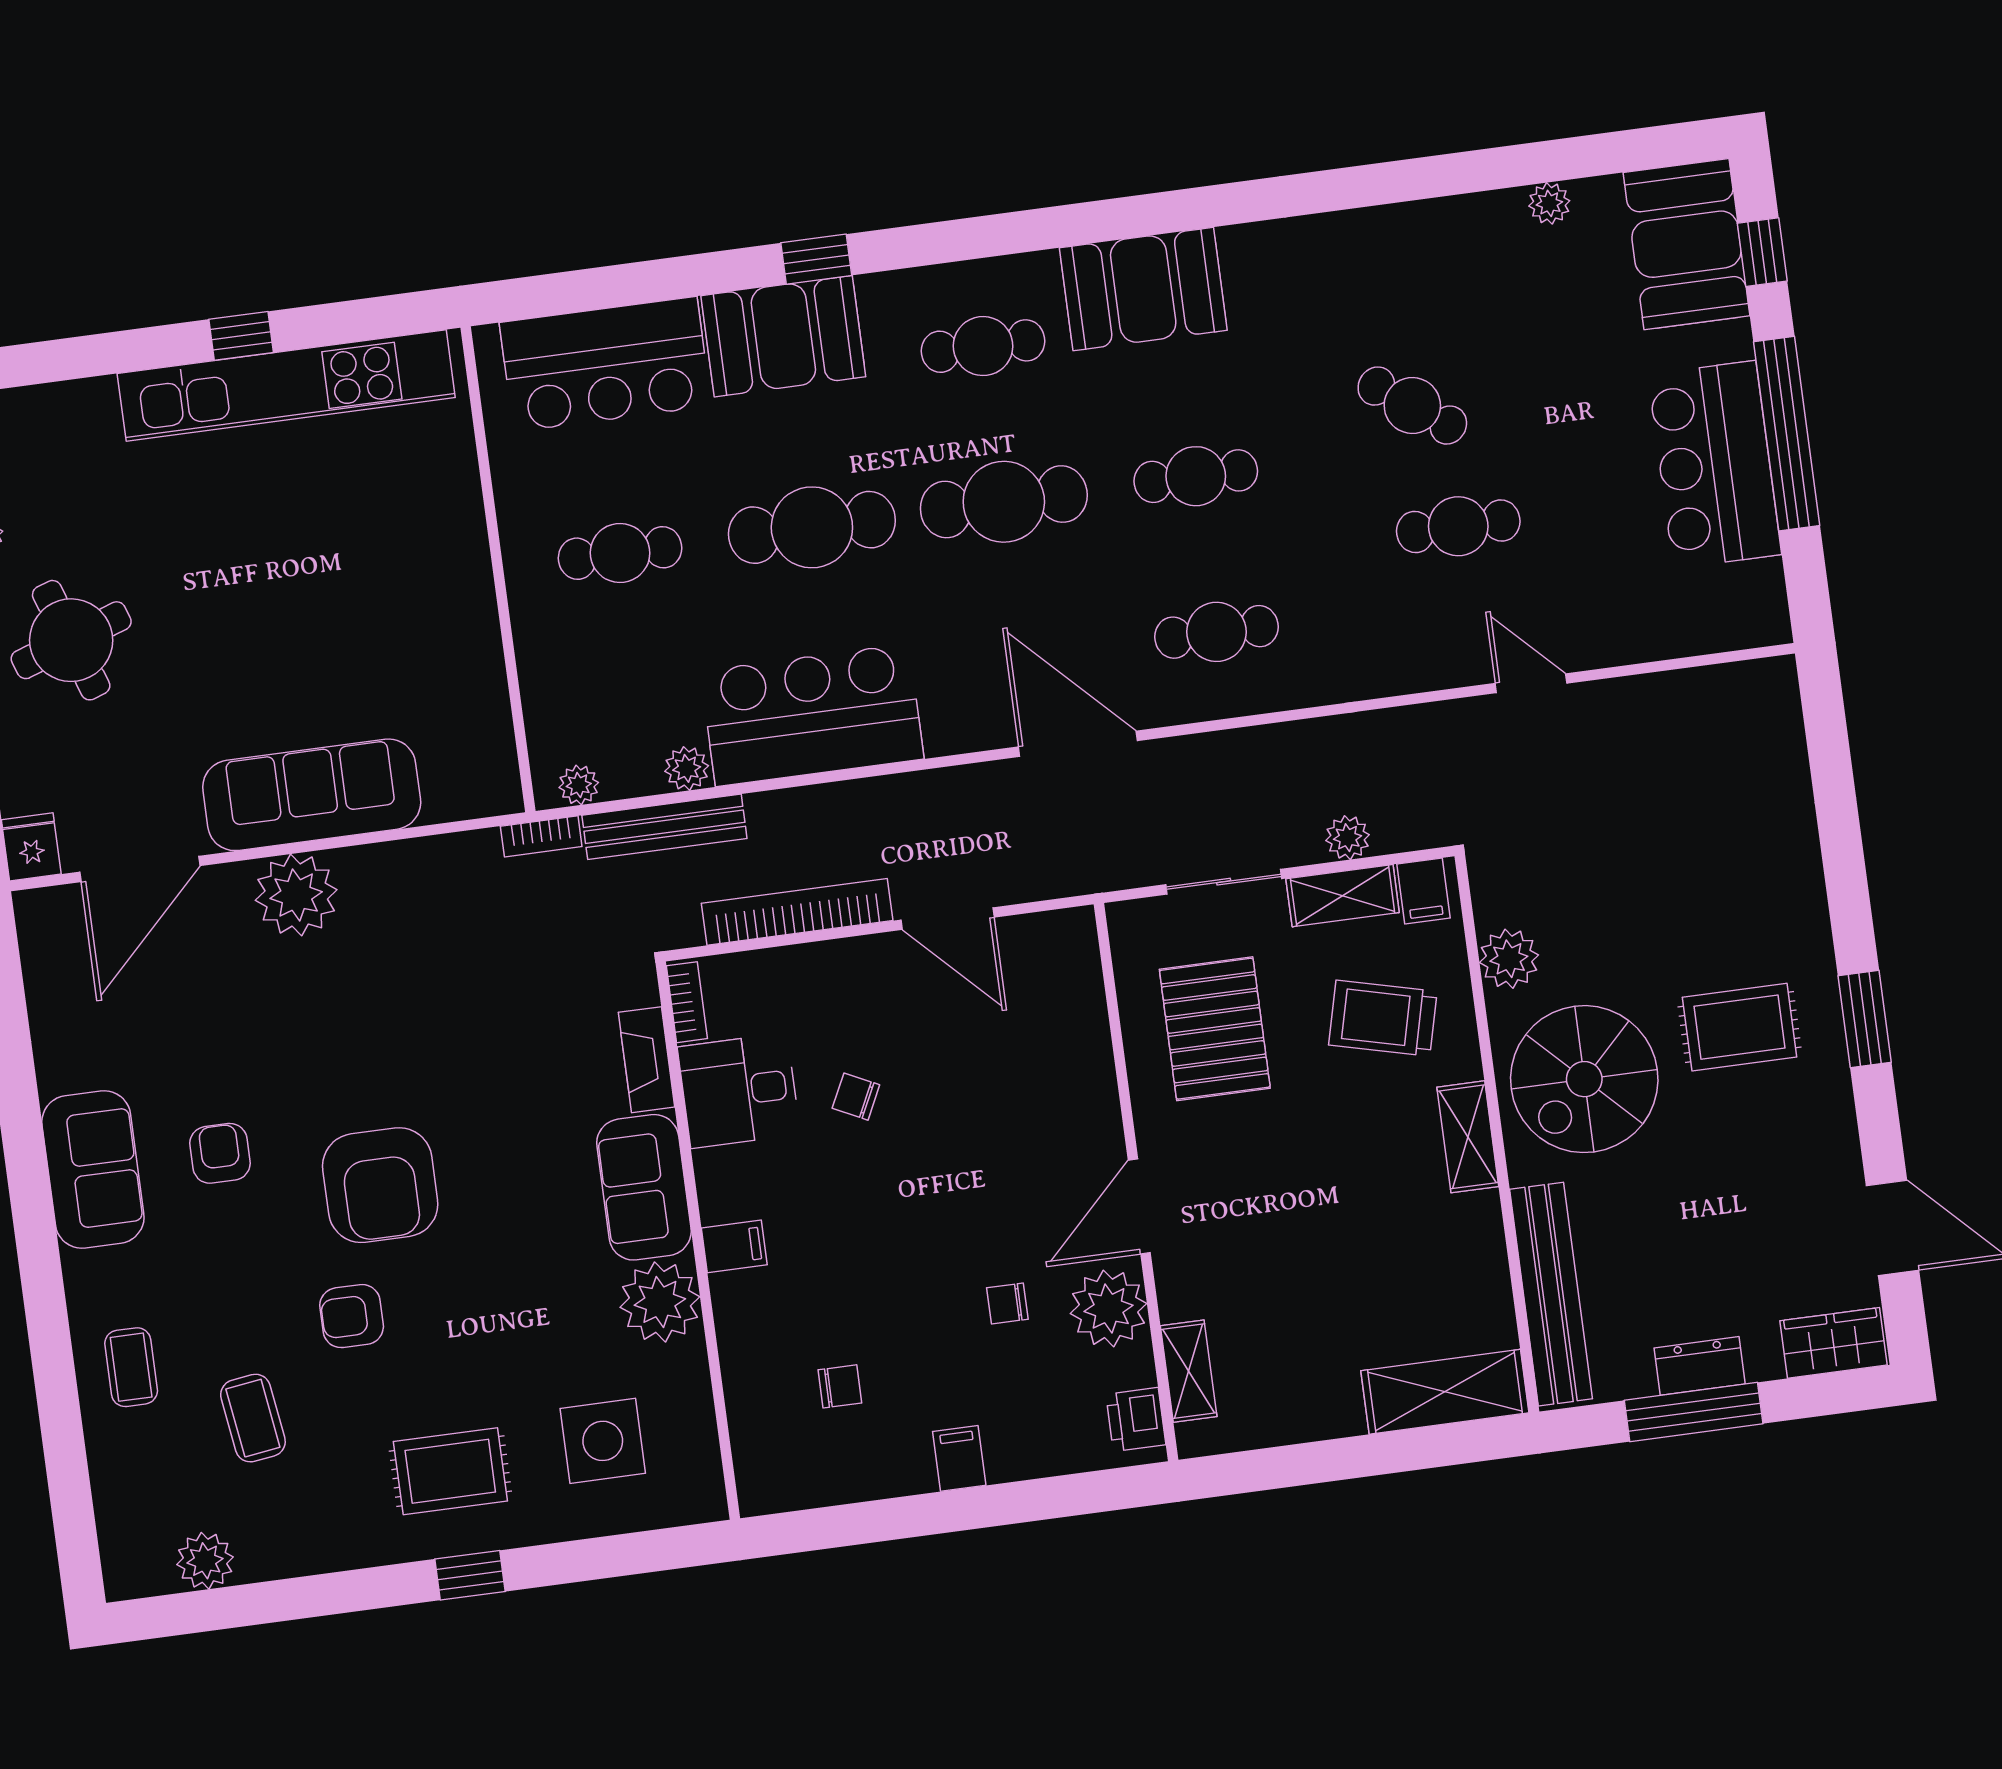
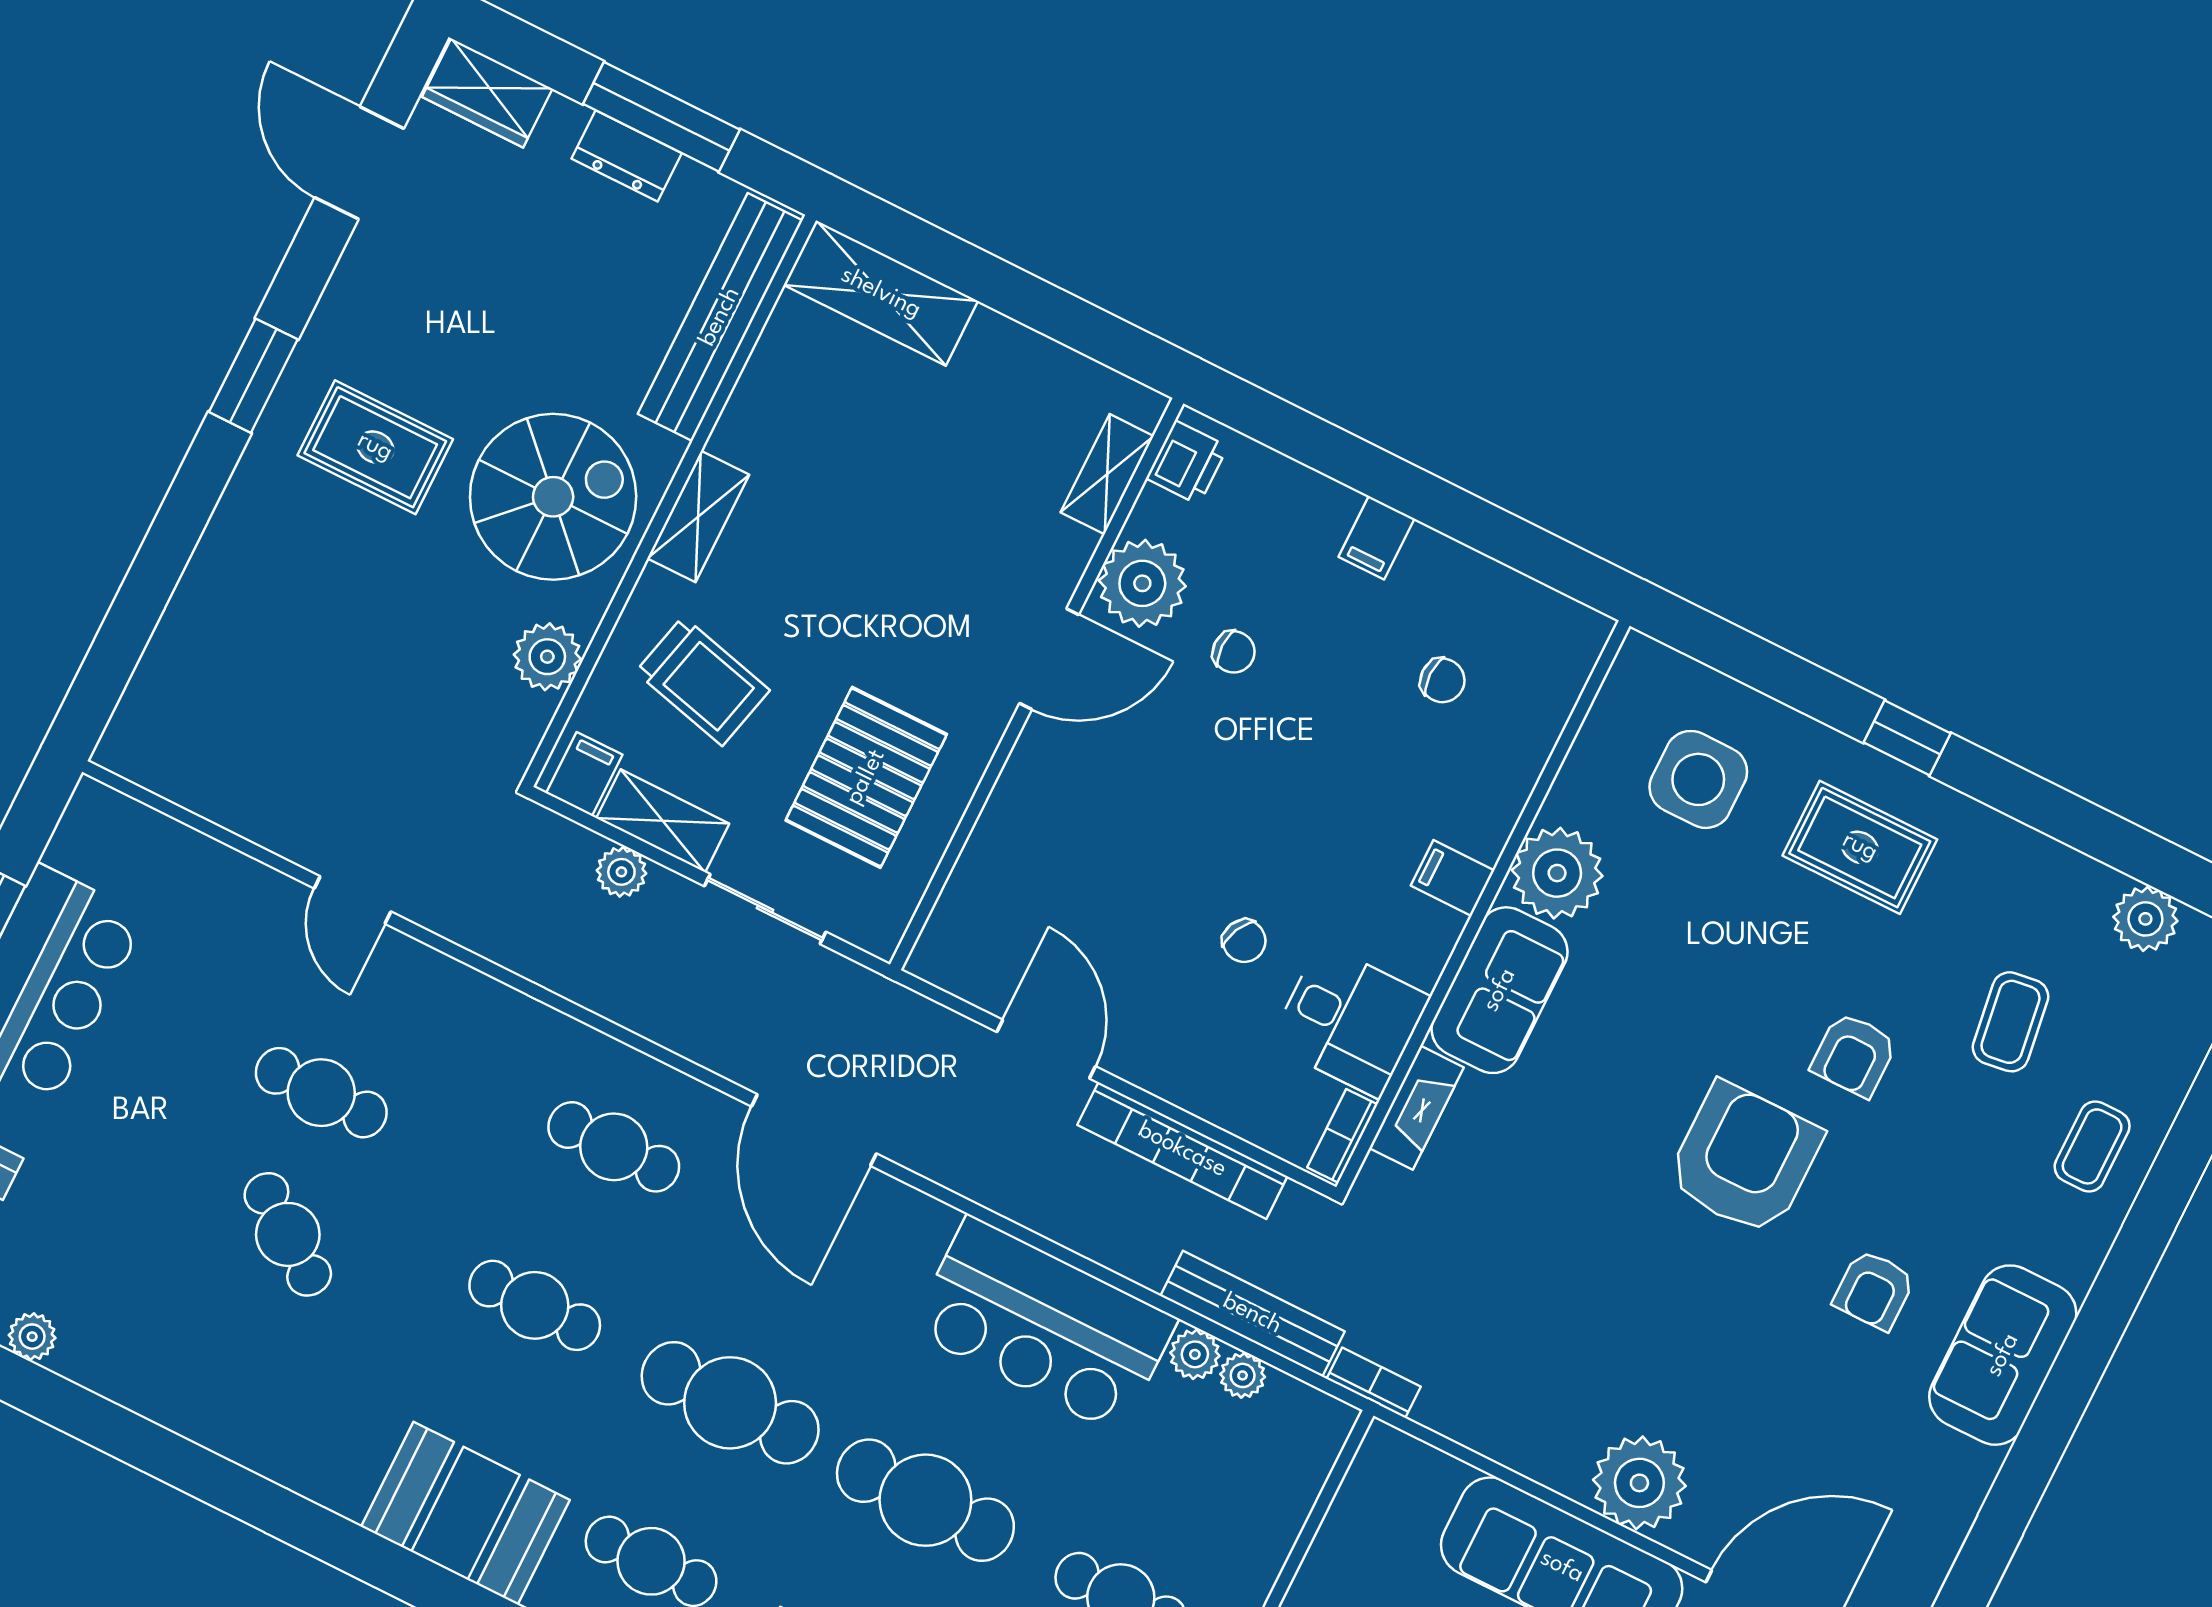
plant: (579, 785) -> (1243, 1375), moved
armchair: (352, 1316) -> (1854, 1055), turned 90
chair: (840, 1386) -> (1442, 680), turned 180

